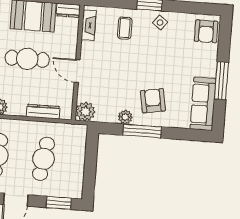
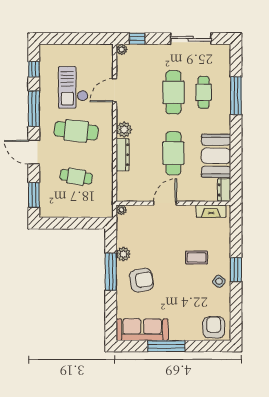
coffee table: (125, 28) -> (197, 257), moved
armchair: (206, 31) -> (214, 327), turned 90
plant: (85, 111) -> (121, 210), width x0.53, depth x0.53
dresser: (43, 112) -> (123, 155), moved
cafe table: (44, 159) -> (76, 177), width x0.73, depth x0.74

